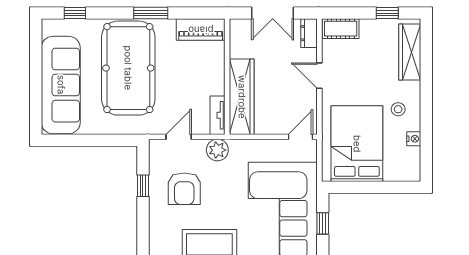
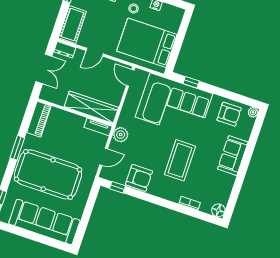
cot: (341, 29) -> (72, 25), width x1.37, depth x1.34
door: (179, 137) -> (104, 157), swing flipped
window: (143, 186) -> (117, 187), moved
armchair: (184, 189) -> (139, 178), moved

